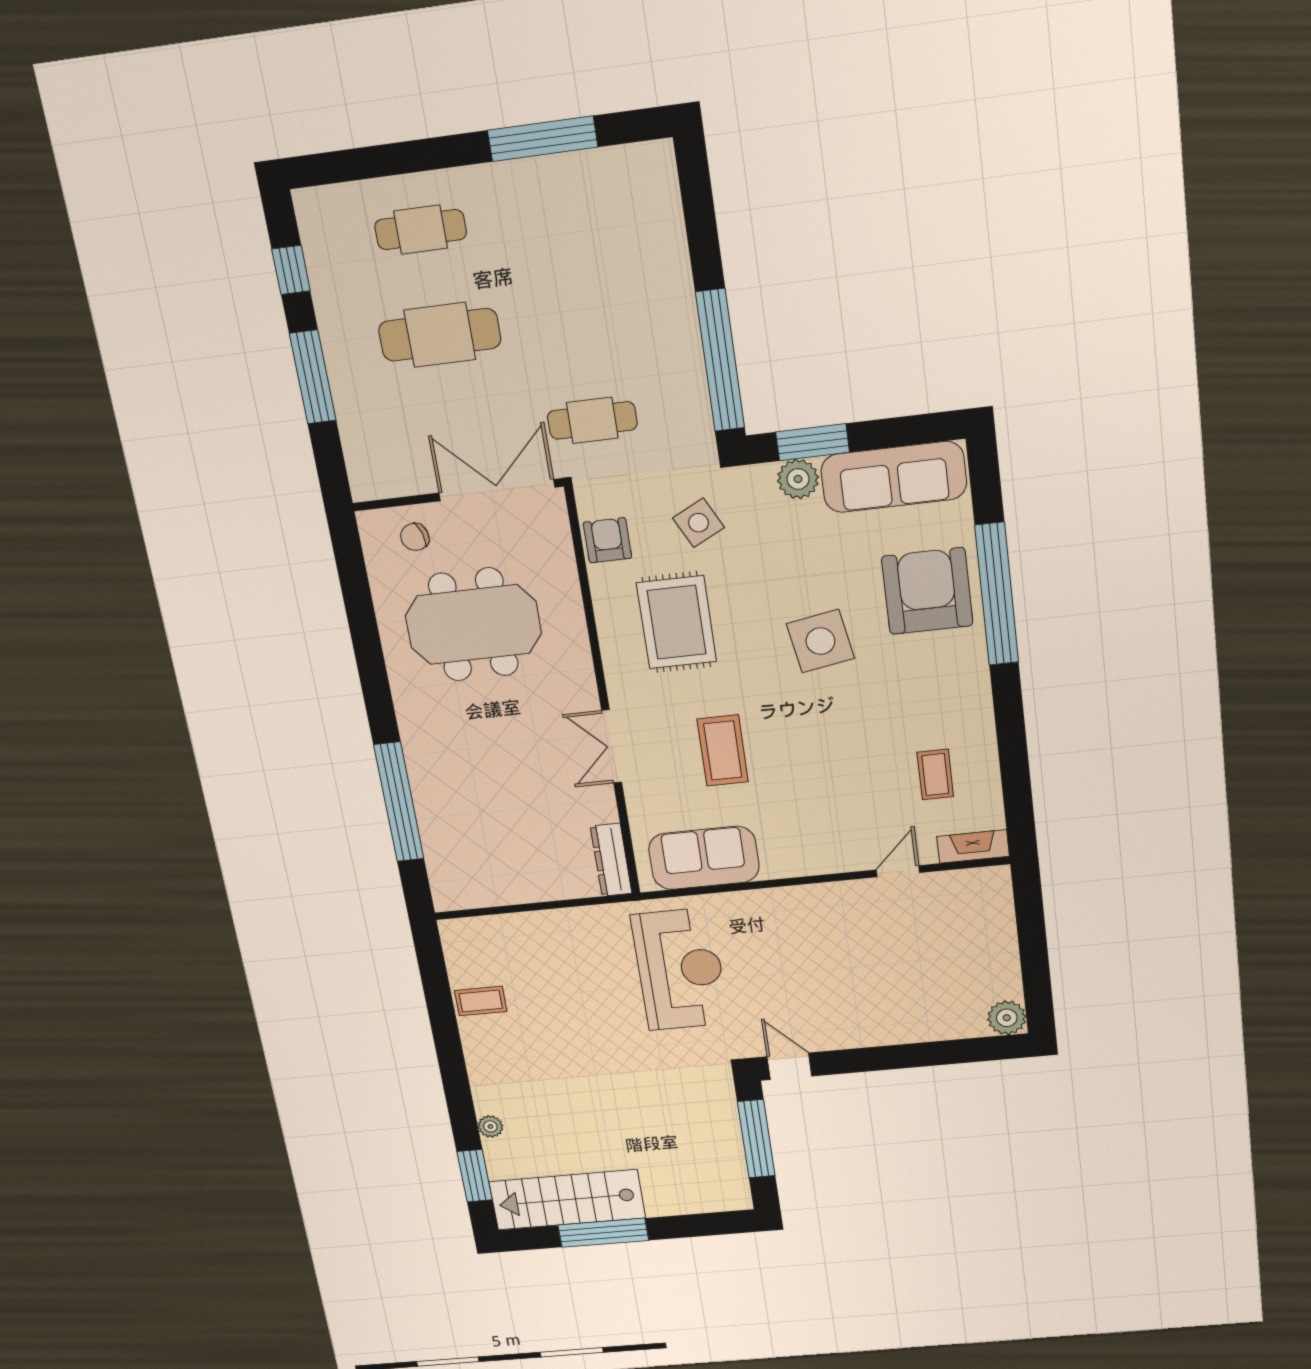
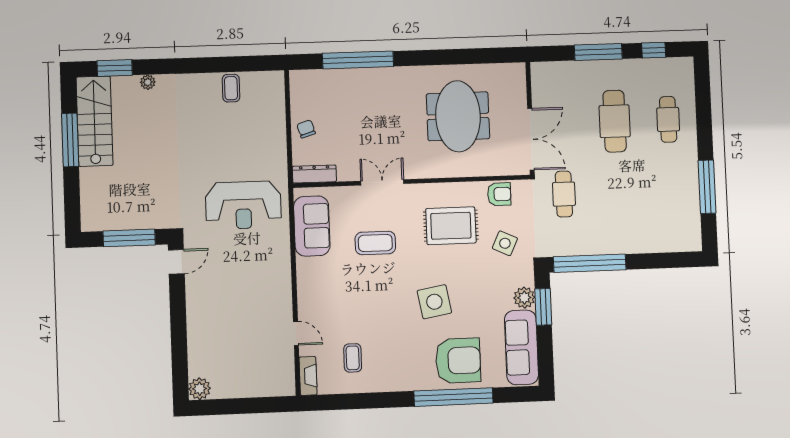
side table: (698, 523) -> (505, 243), turned -38
chair: (415, 537) -> (306, 129), moved
coffee table: (935, 774) -> (353, 358), turned 90

